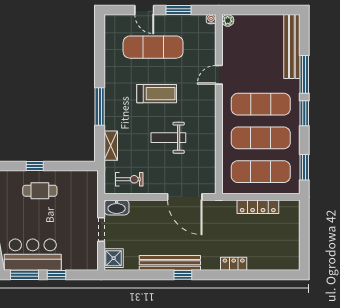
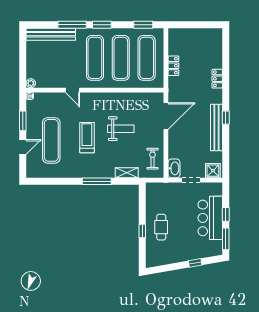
weight bench: (168, 138) -> (121, 129), turned -90
locker: (258, 207) -> (173, 66), width x0.66
bar counter: (33, 255) -> (210, 218), moved

